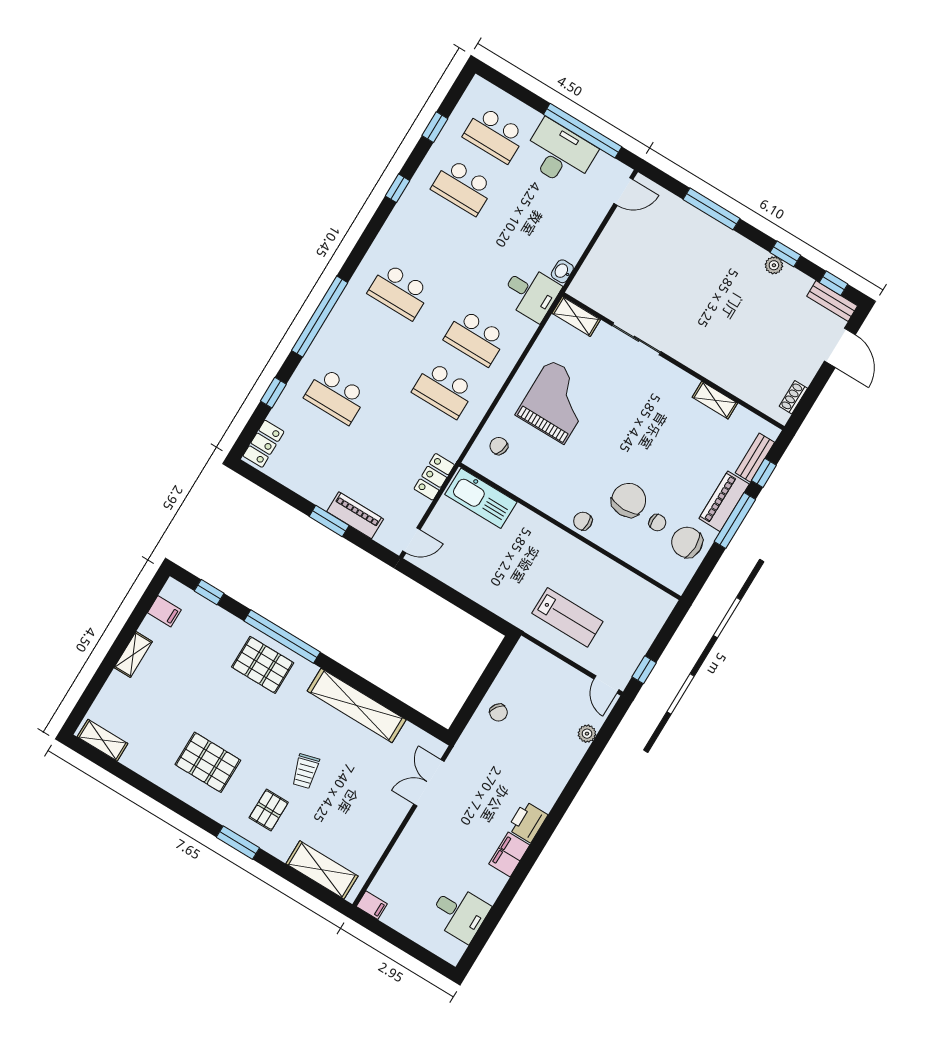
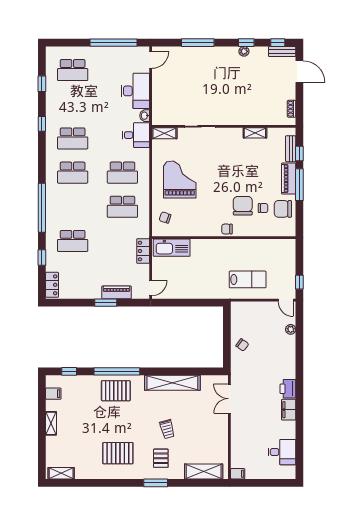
desk: (559, 154) -> (135, 91), moved, turned 90
school desk: (463, 187) -> (73, 138), moved

